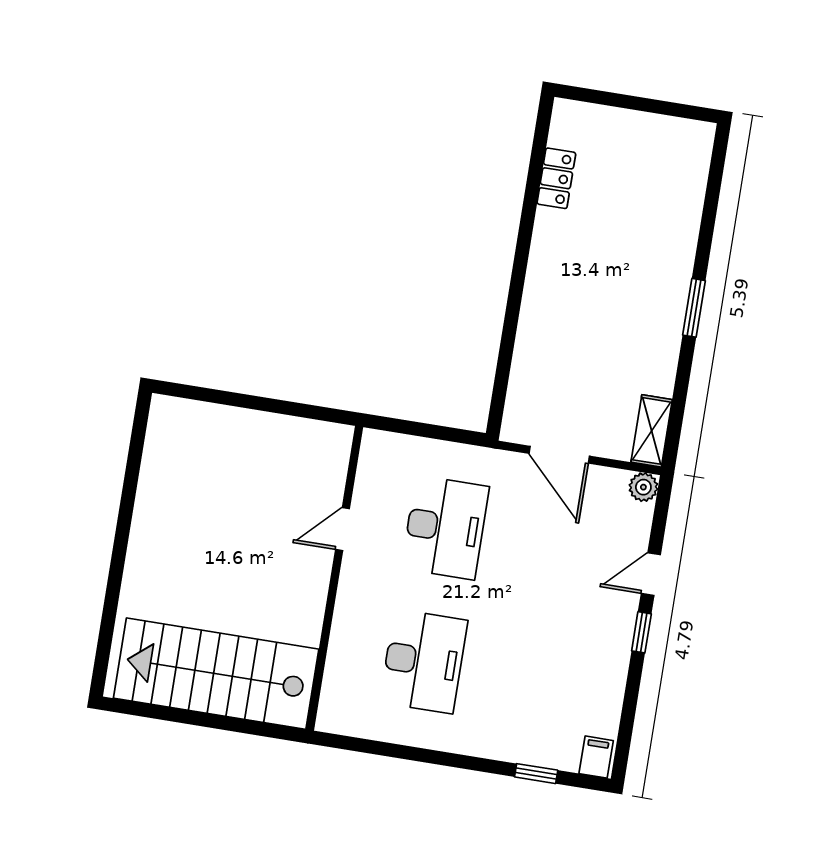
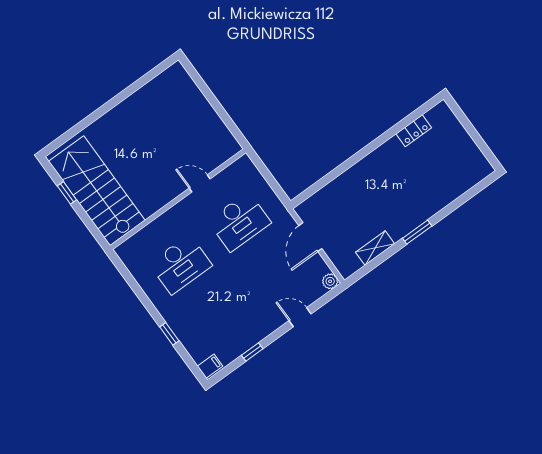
shelving: (652, 431) -> (375, 248), moved
window: (641, 632) -> (252, 352), moved
window: (179, 716) -> (67, 193), added
window: (536, 774) -> (169, 334), moved

